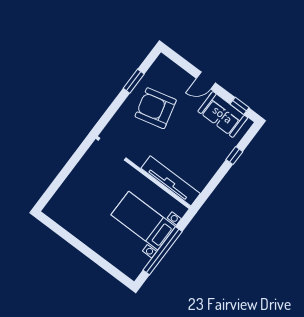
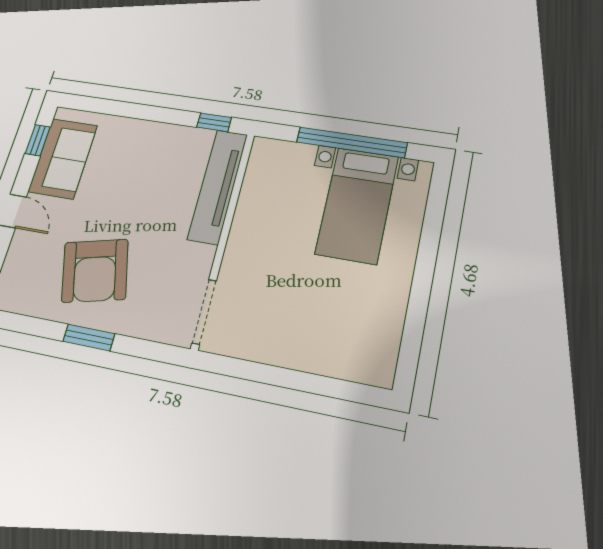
window: (134, 81) -> (89, 338), moved
window: (234, 156) -> (214, 122), moved
bed with nightstands: (143, 221) -> (357, 205), moved

